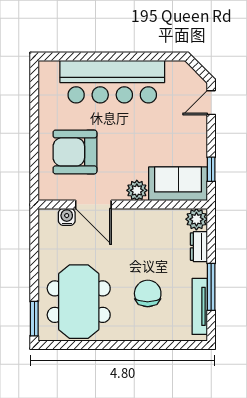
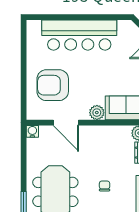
water cooler: (67, 217) -> (32, 131), moved
chair: (148, 293) -> (105, 186), width x0.54, depth x0.54

